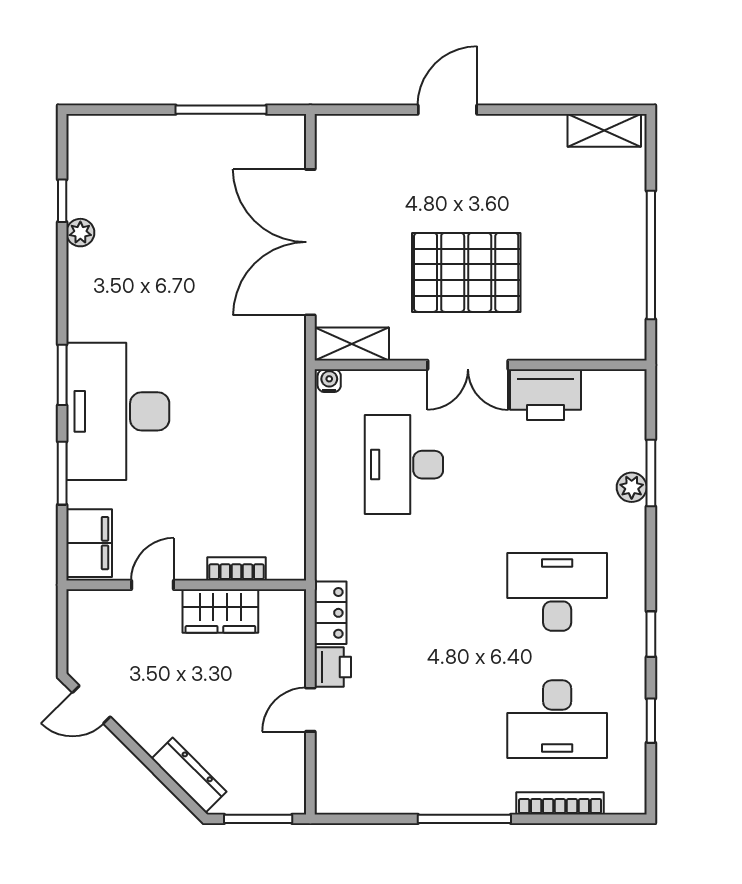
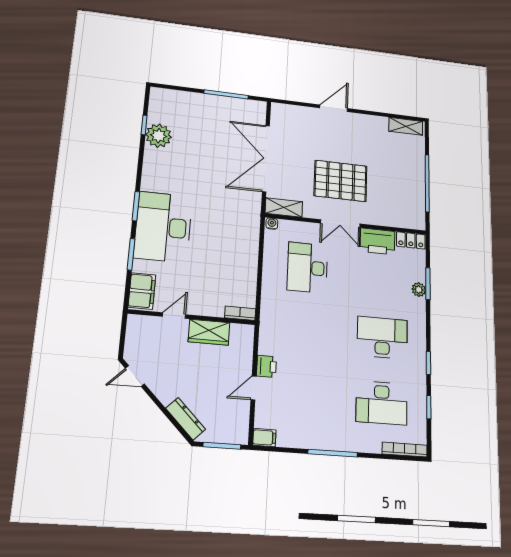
plant: (80, 233) -> (159, 136), width x1.88, depth x1.88
bookcase: (236, 569) -> (240, 313), moved
locker: (330, 613) -> (411, 240), moved, turned 90
filing cabinet: (335, 799) -> (264, 438), added
bookcase: (560, 803) -> (405, 449), moved

